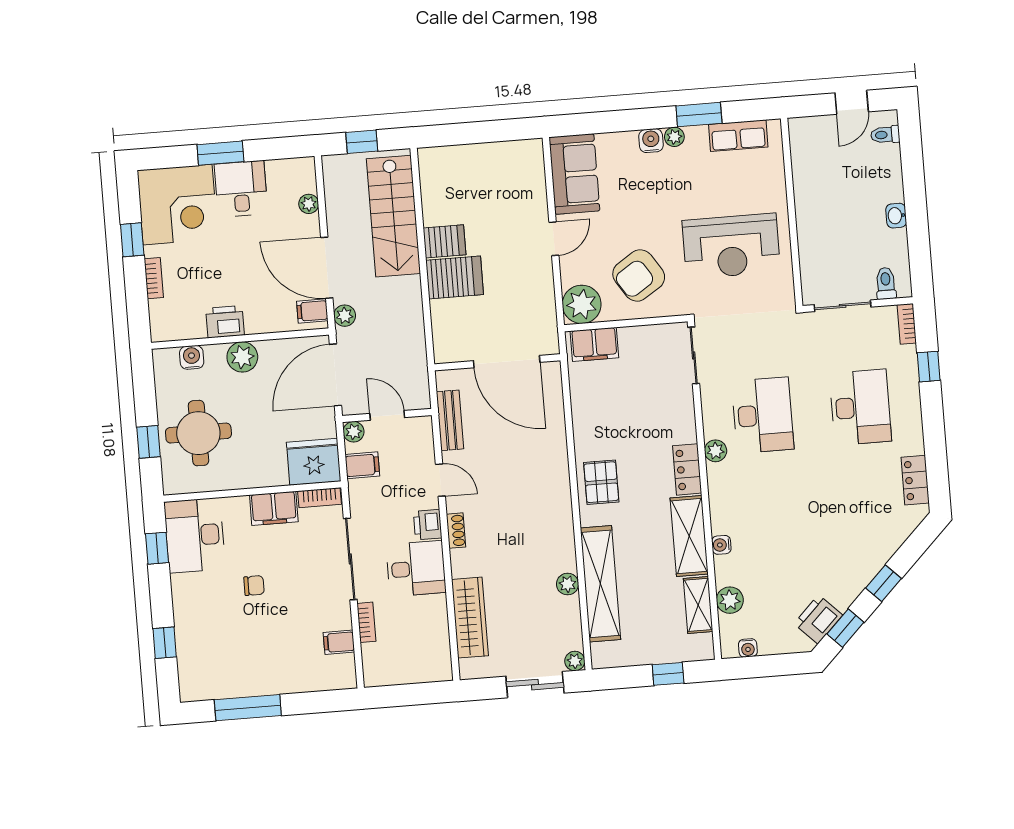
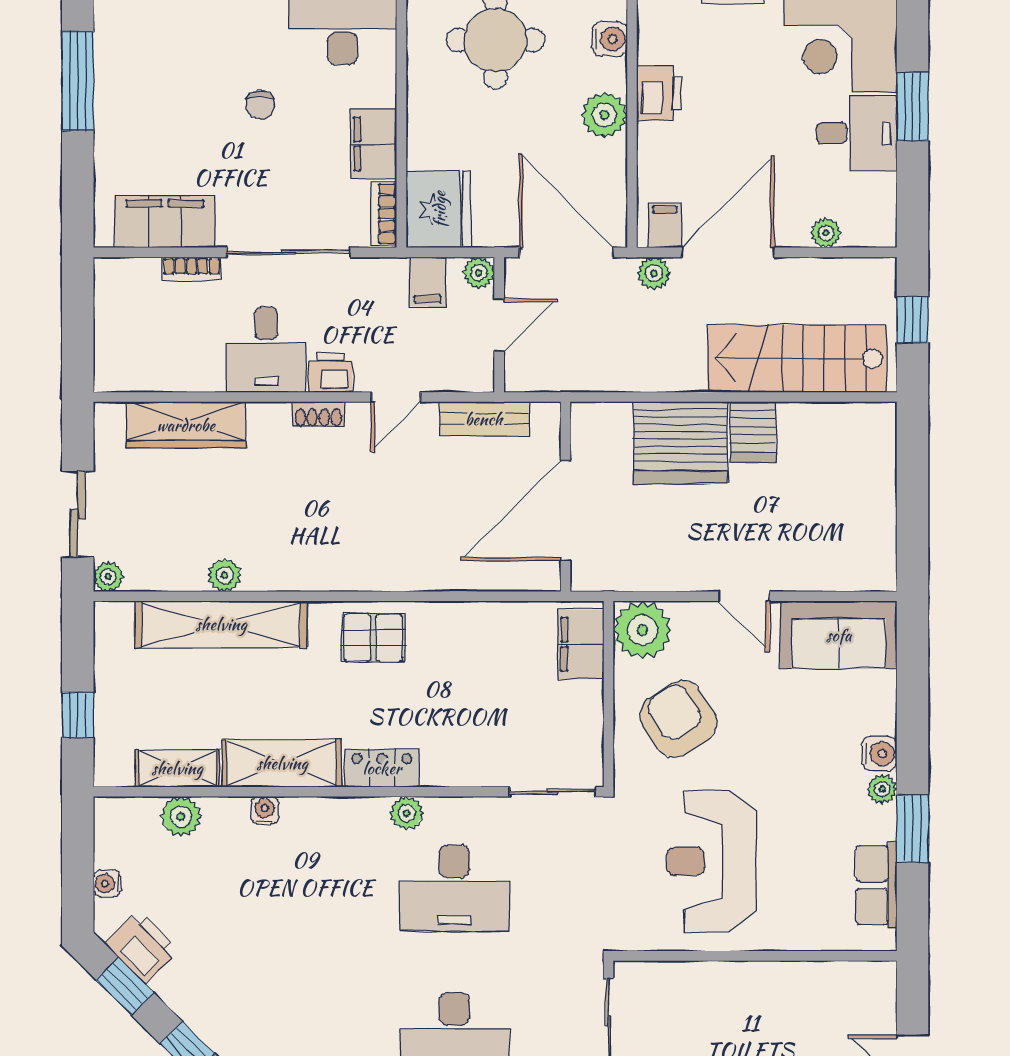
server rack: (455, 277) -> (680, 443), width x1.60
filing cabinet: (339, 642) -> (165, 222), width x3.00, depth x1.17
water cooler: (748, 648) -> (107, 883), moved

